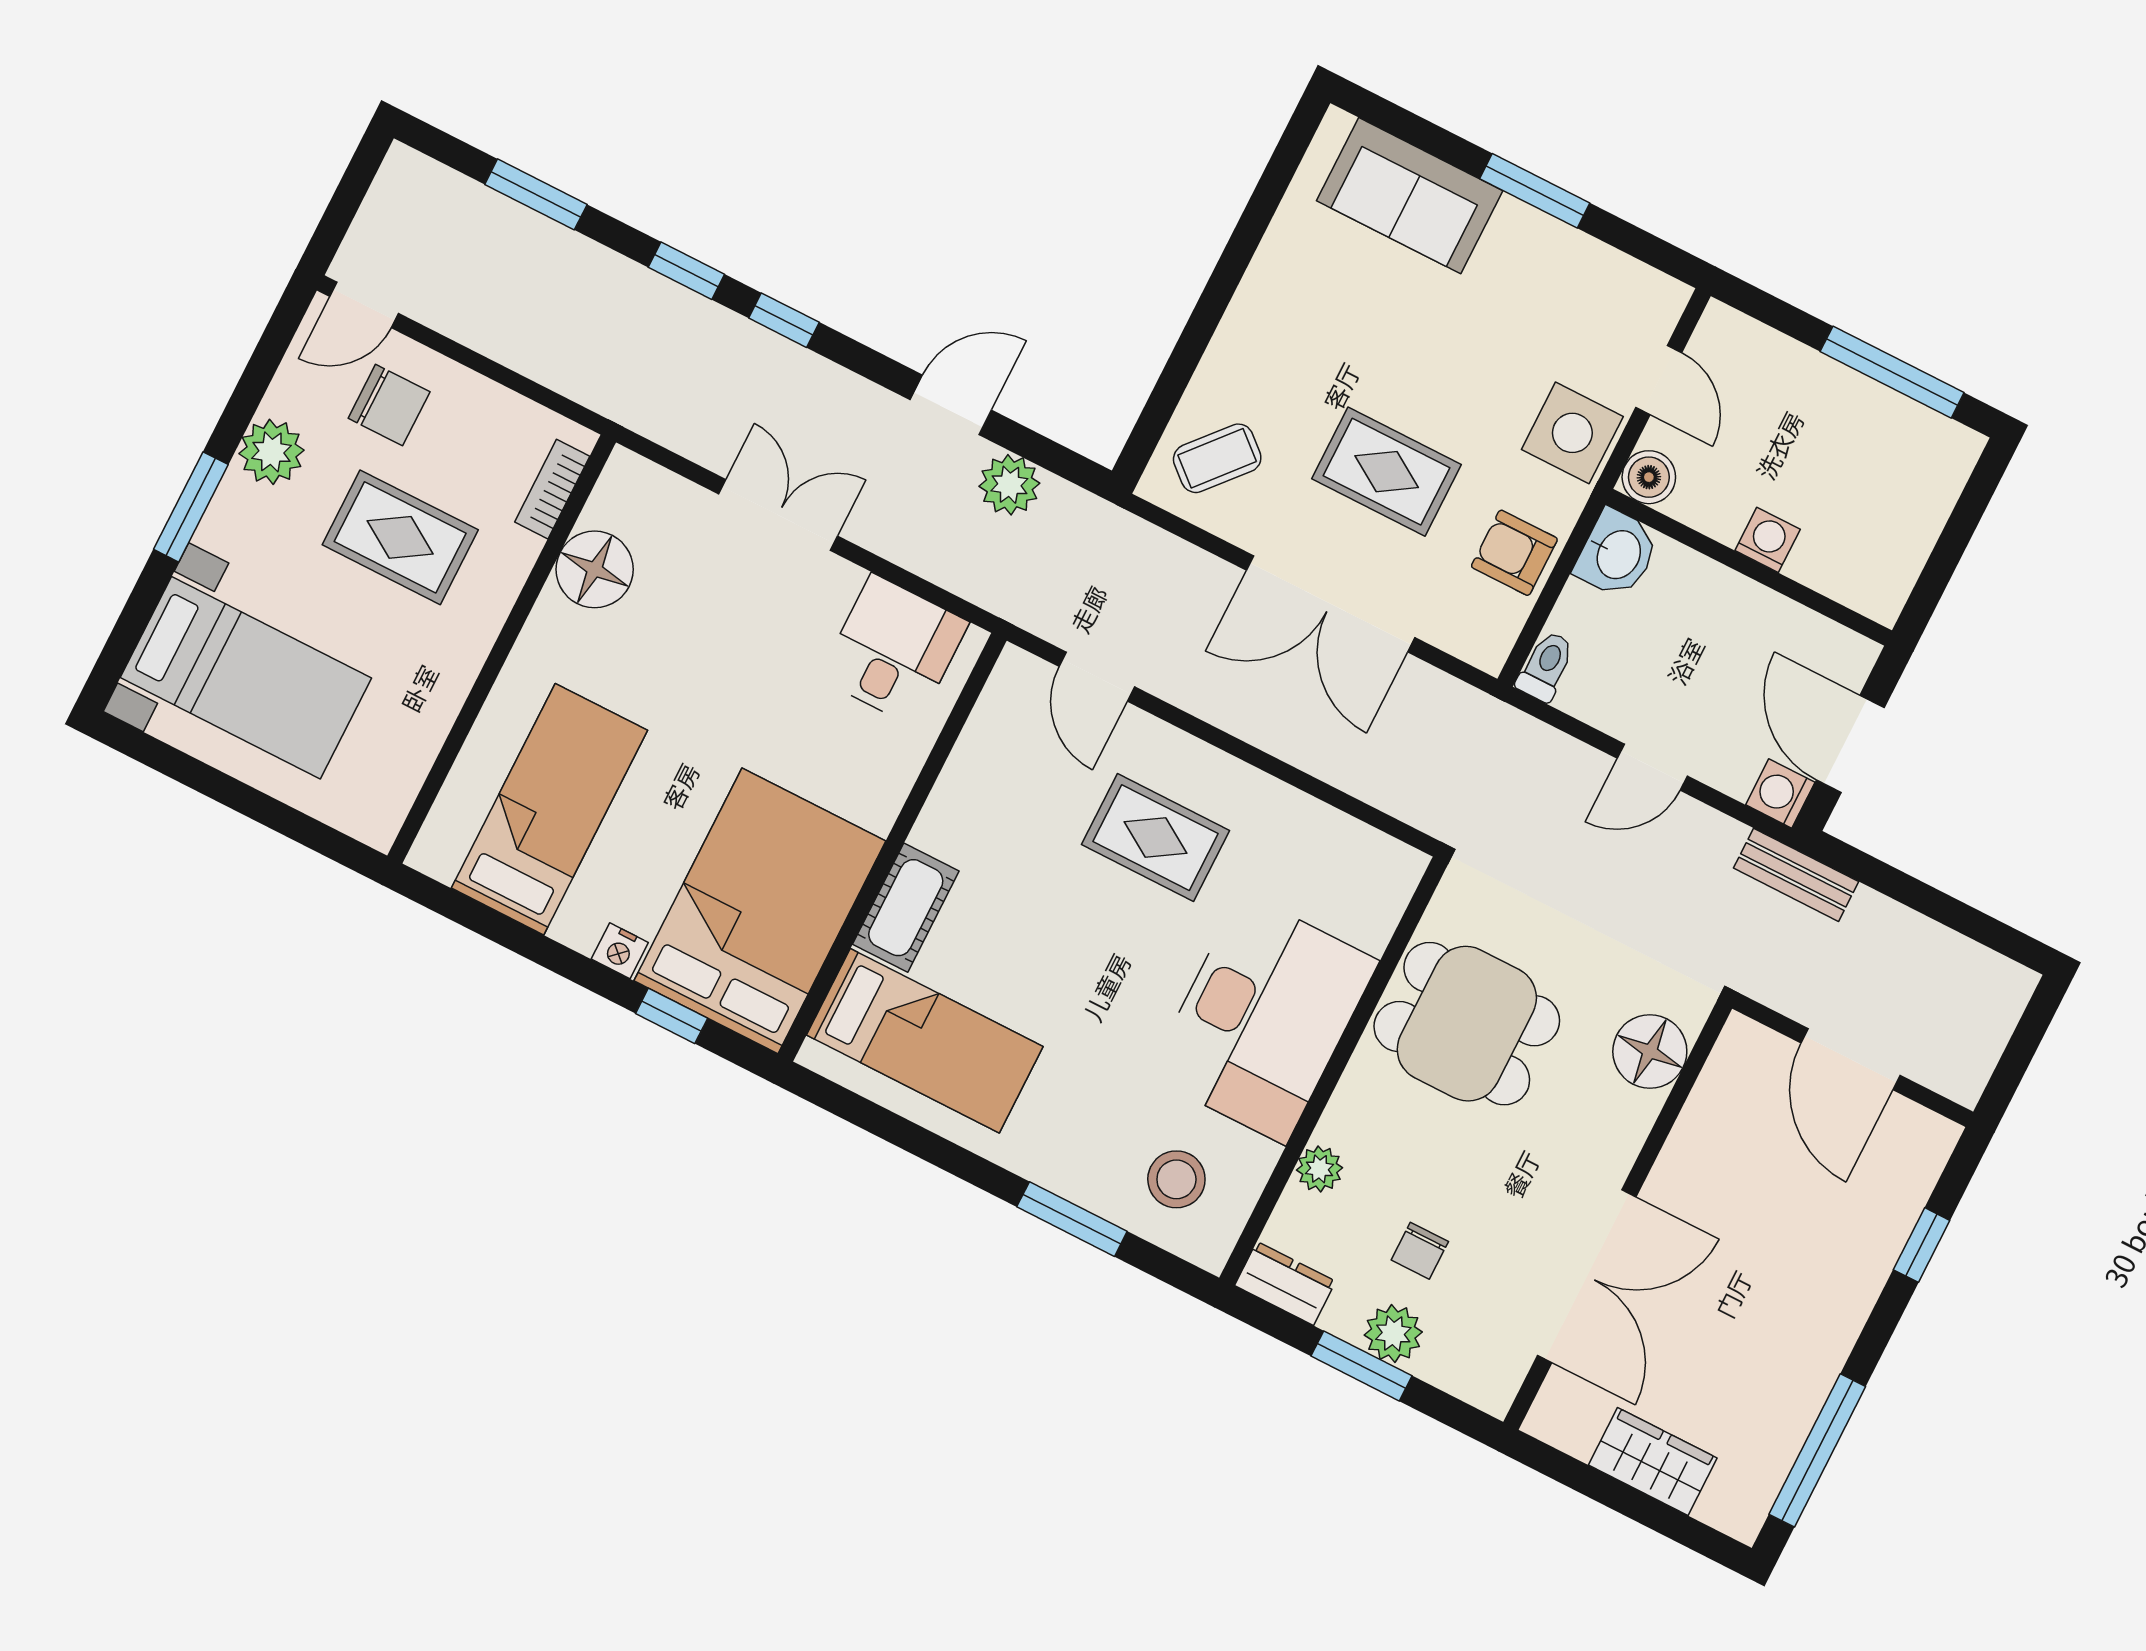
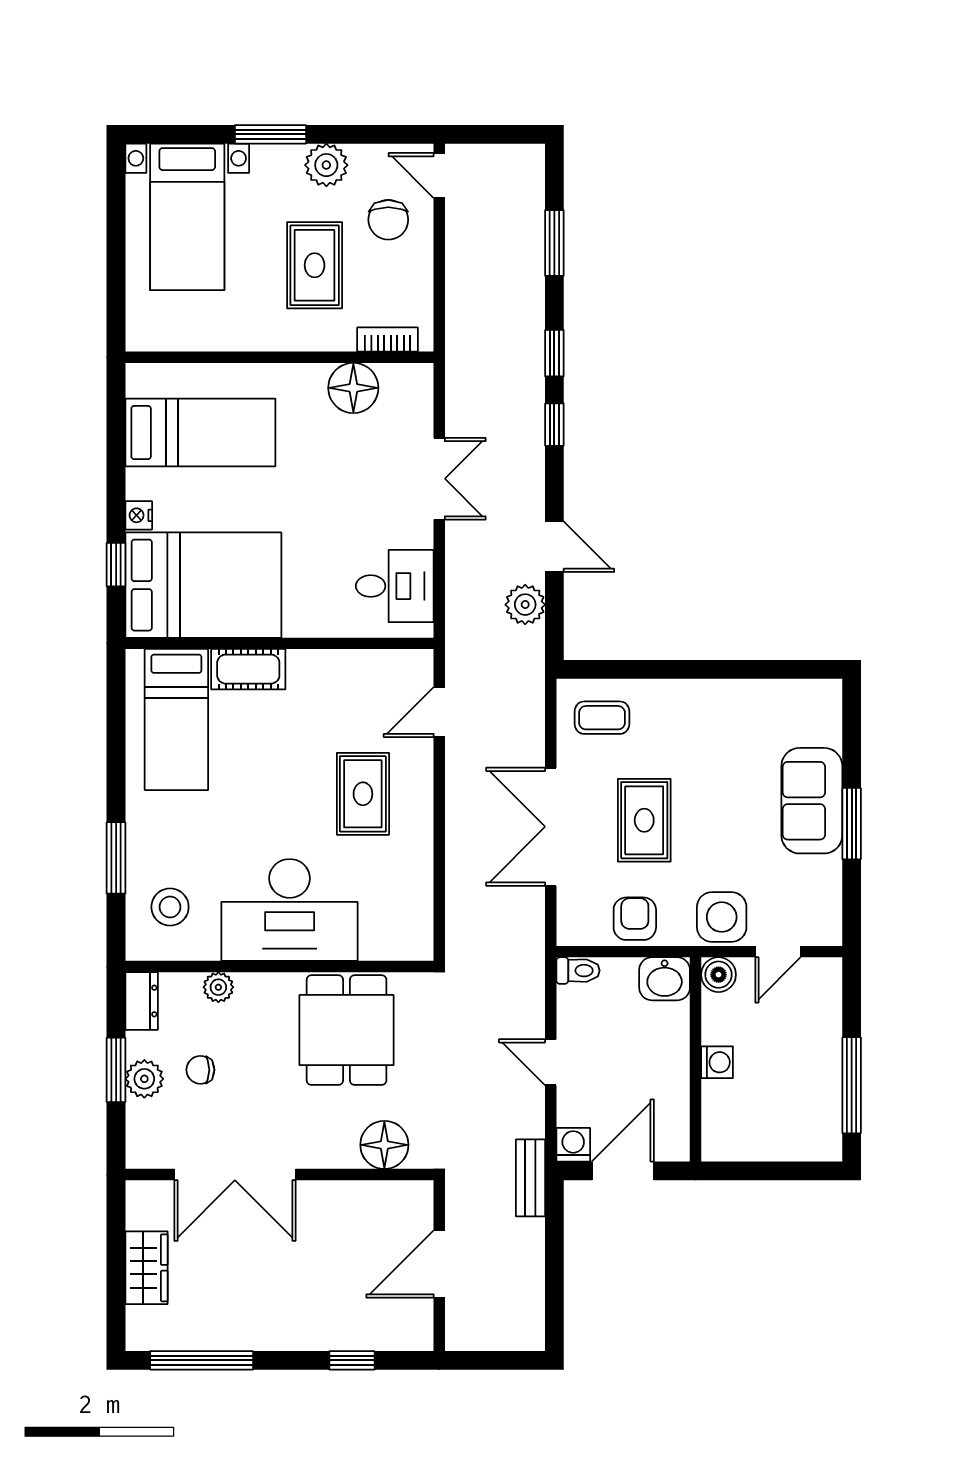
sofa: (1410, 196) -> (812, 801), moved
coffee table: (1217, 458) -> (602, 718), turned -41

